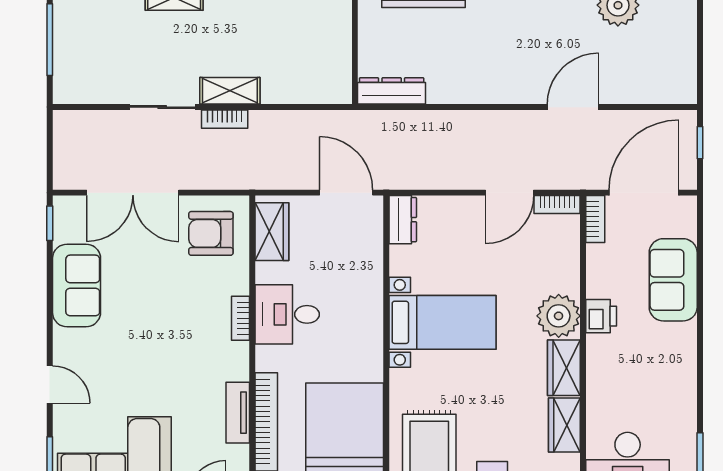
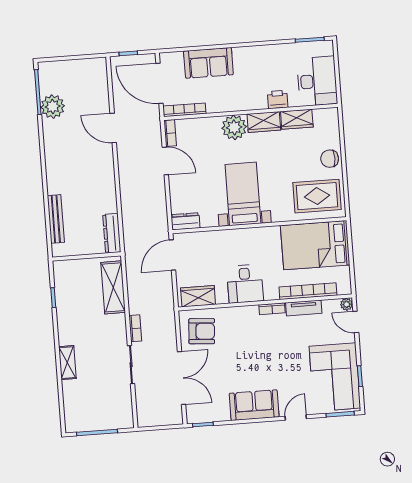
shelving: (230, 91) -> (113, 287), moved, width x1.50, depth x1.33
bookcase: (595, 219) -> (184, 110), width x1.56
armchair: (211, 233) -> (202, 331), turned -86
sofa: (77, 285) -> (254, 405), moved
printer: (601, 316) -> (278, 99), moved
bookcase: (241, 318) -> (272, 309), moved

